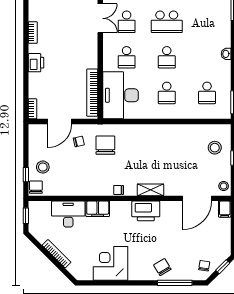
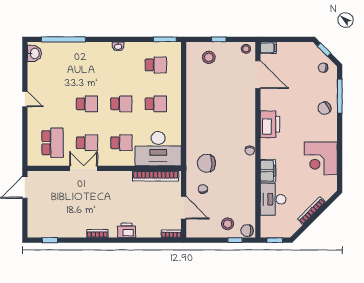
school desk: (167, 22) -> (87, 104), width x0.54
shelving: (150, 190) -> (250, 120), removed

